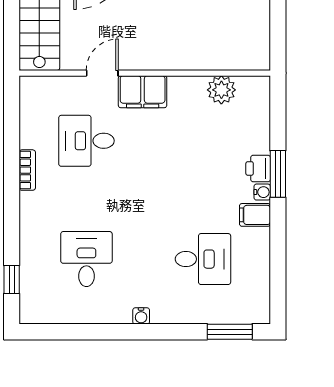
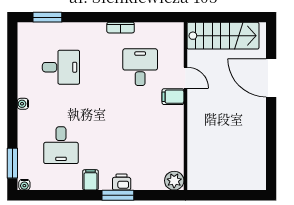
plant: (221, 90) -> (174, 181), moved
filing cabinet: (143, 92) -> (173, 97), width x0.50
water cooler: (262, 192) -> (24, 185), moved
window: (12, 279) -> (47, 17), width x1.50

